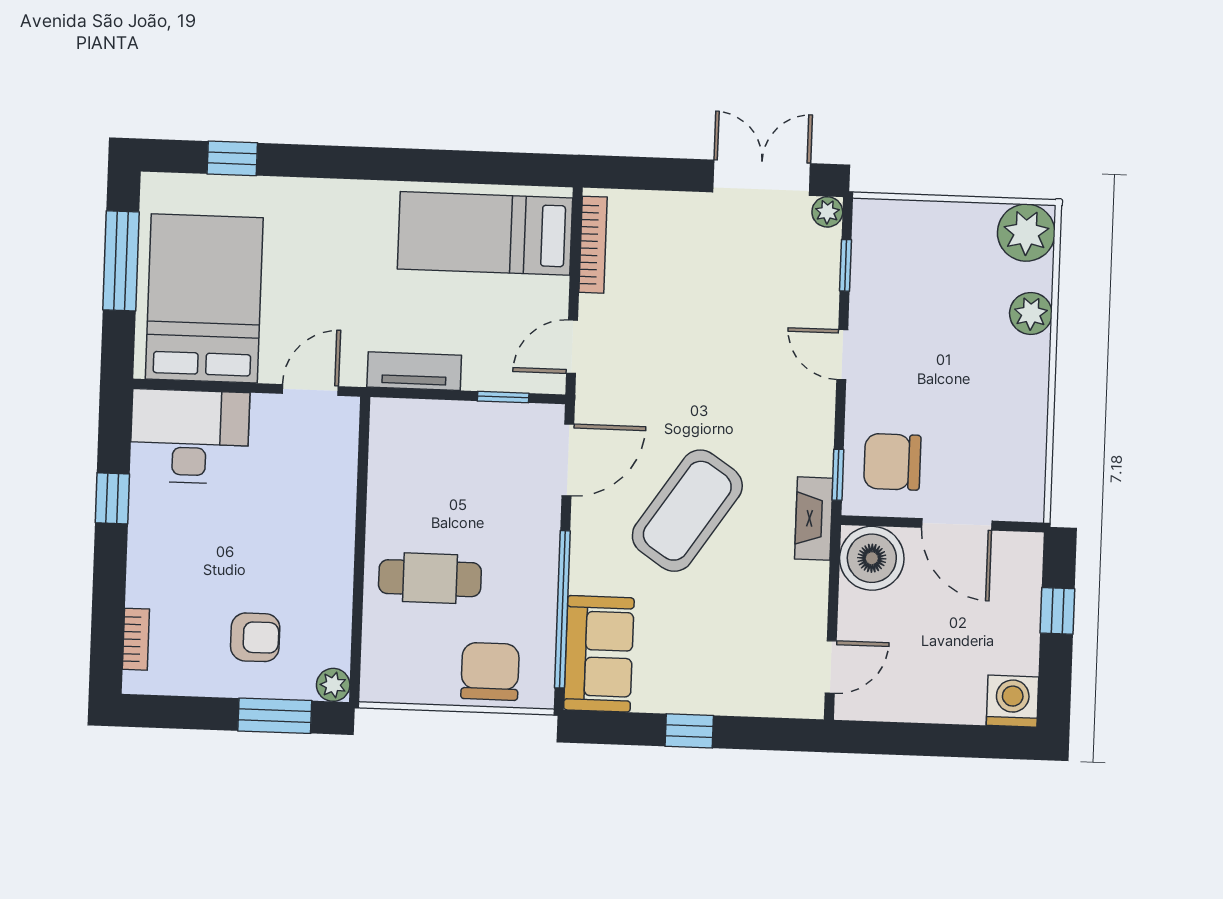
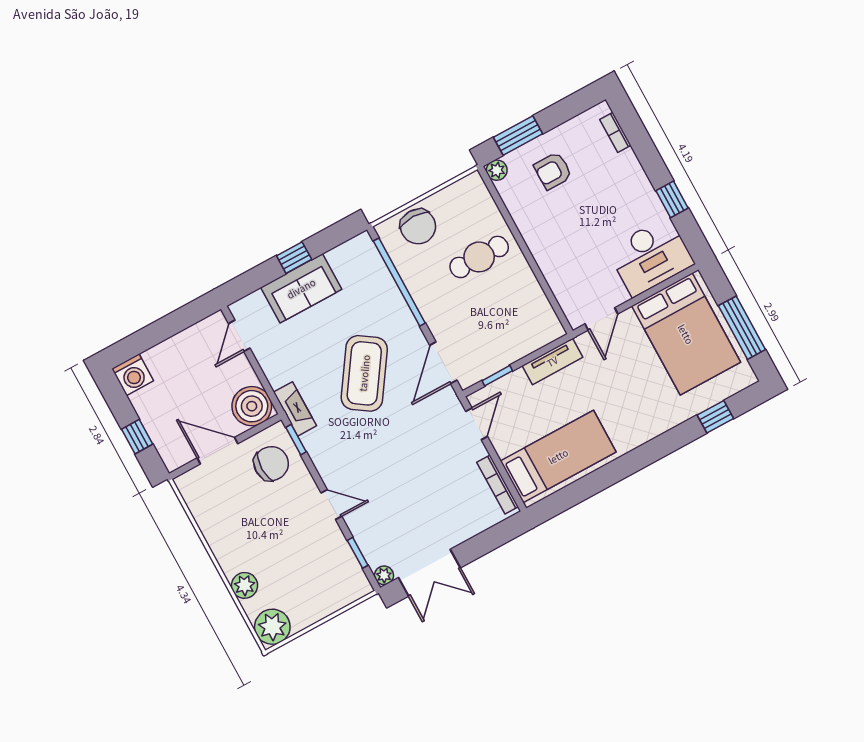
sofa: (599, 654) -> (301, 288), moved, turned -90

